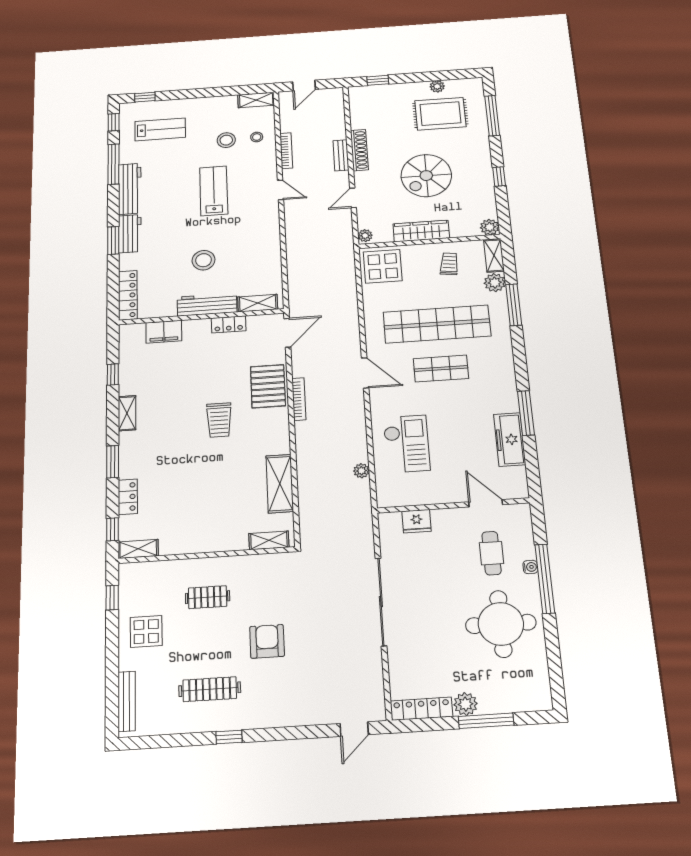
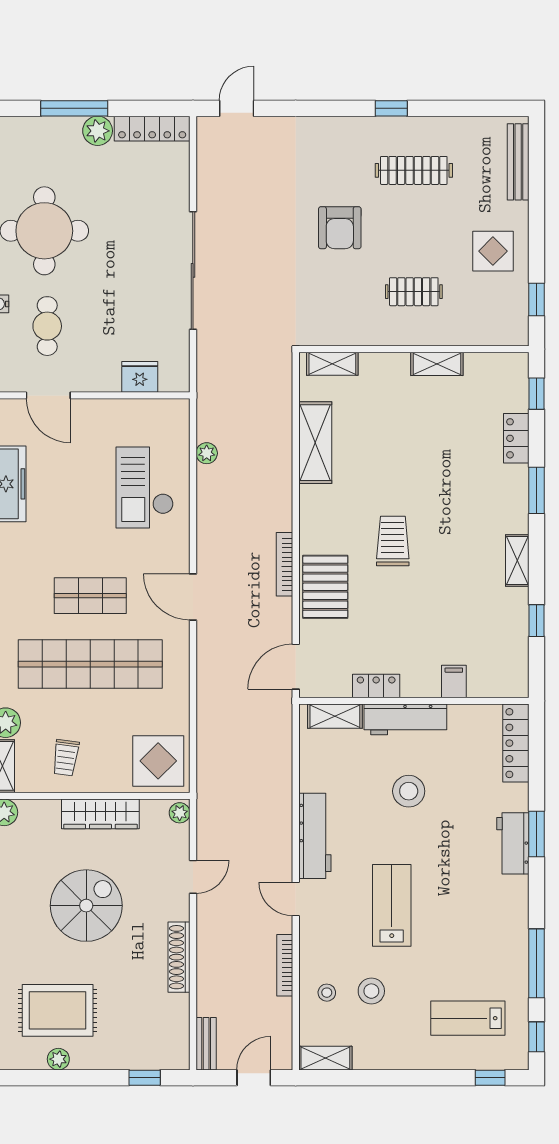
bench: (341, 155) -> (206, 1044), moved
workbench: (130, 189) -> (315, 836), moved, turned 180
lab bench: (214, 191) -> (392, 905), turned 180
filing cabinet: (164, 332) -> (454, 681), width x0.50
shelving: (138, 549) -> (437, 364), moved

